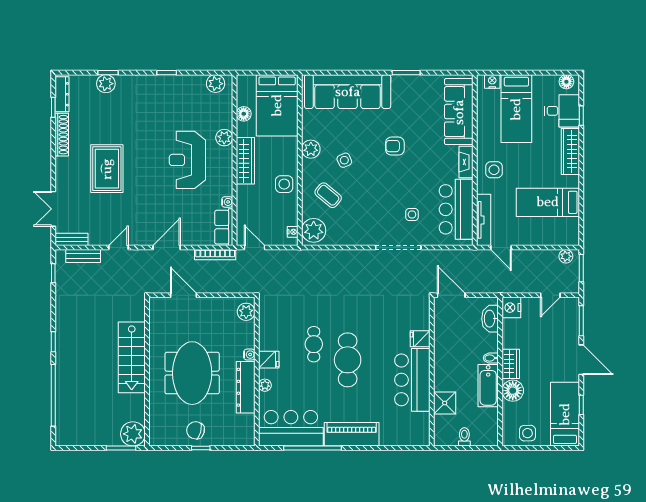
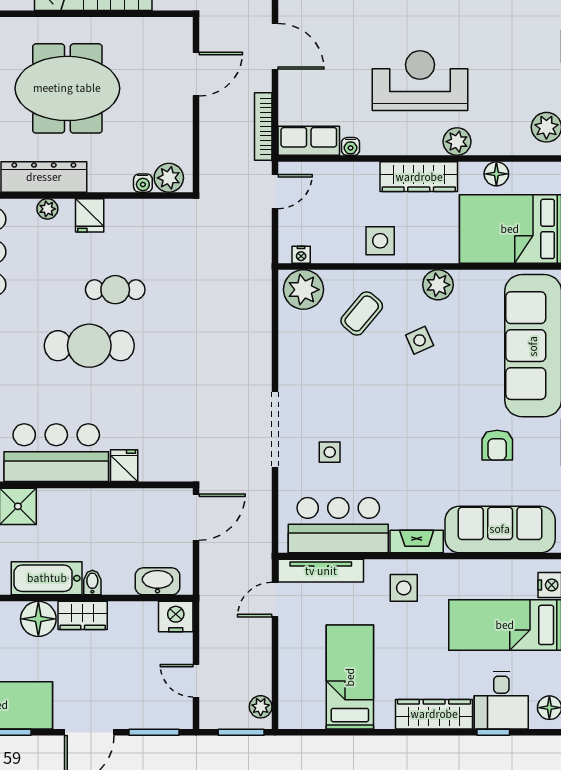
armchair: (395, 146) -> (497, 445), moved, turned 180
water cooler: (249, 355) -> (143, 183), moved

